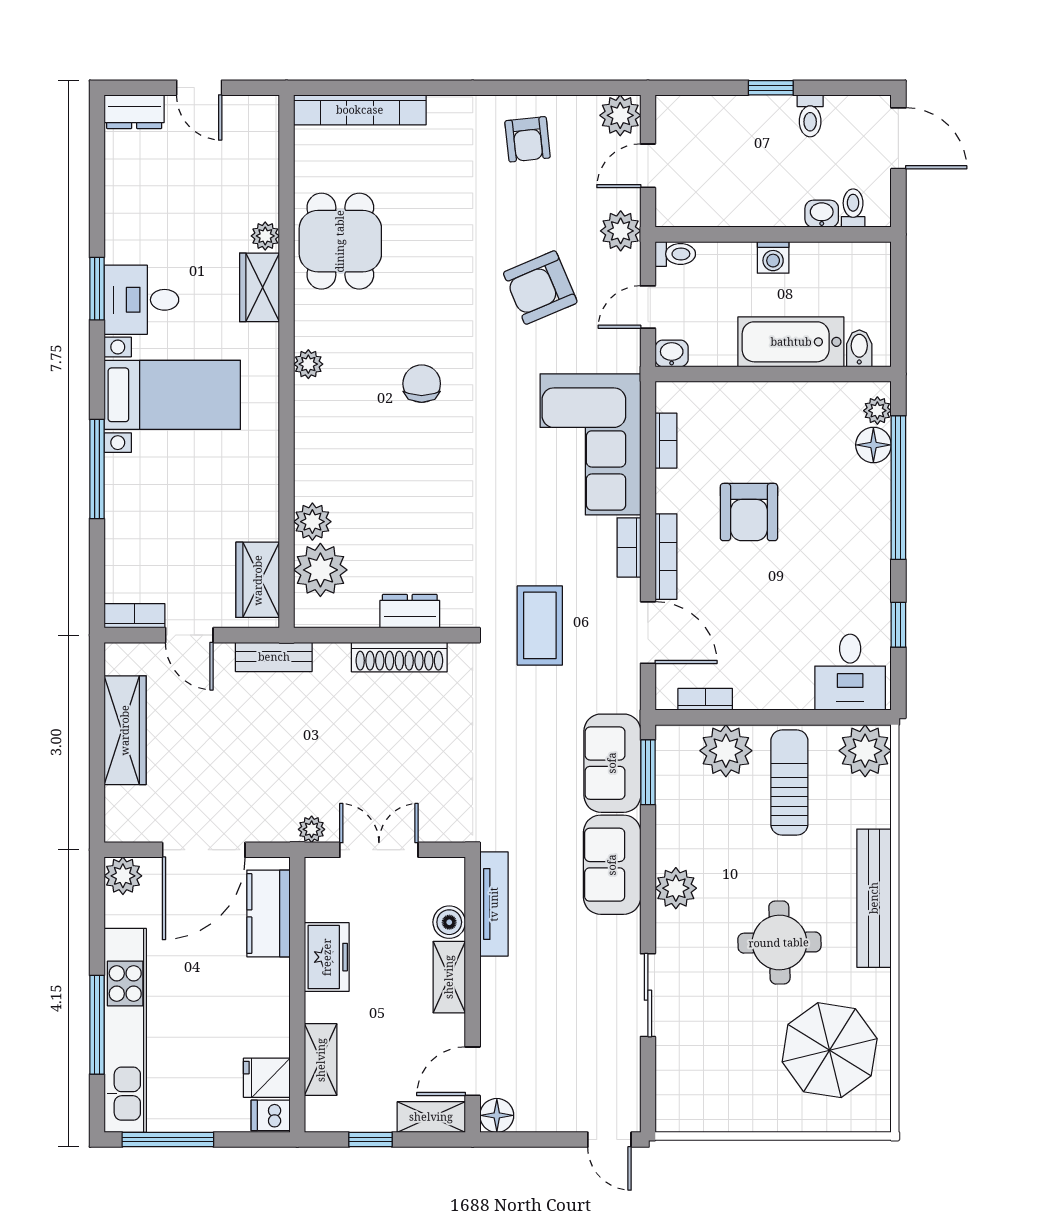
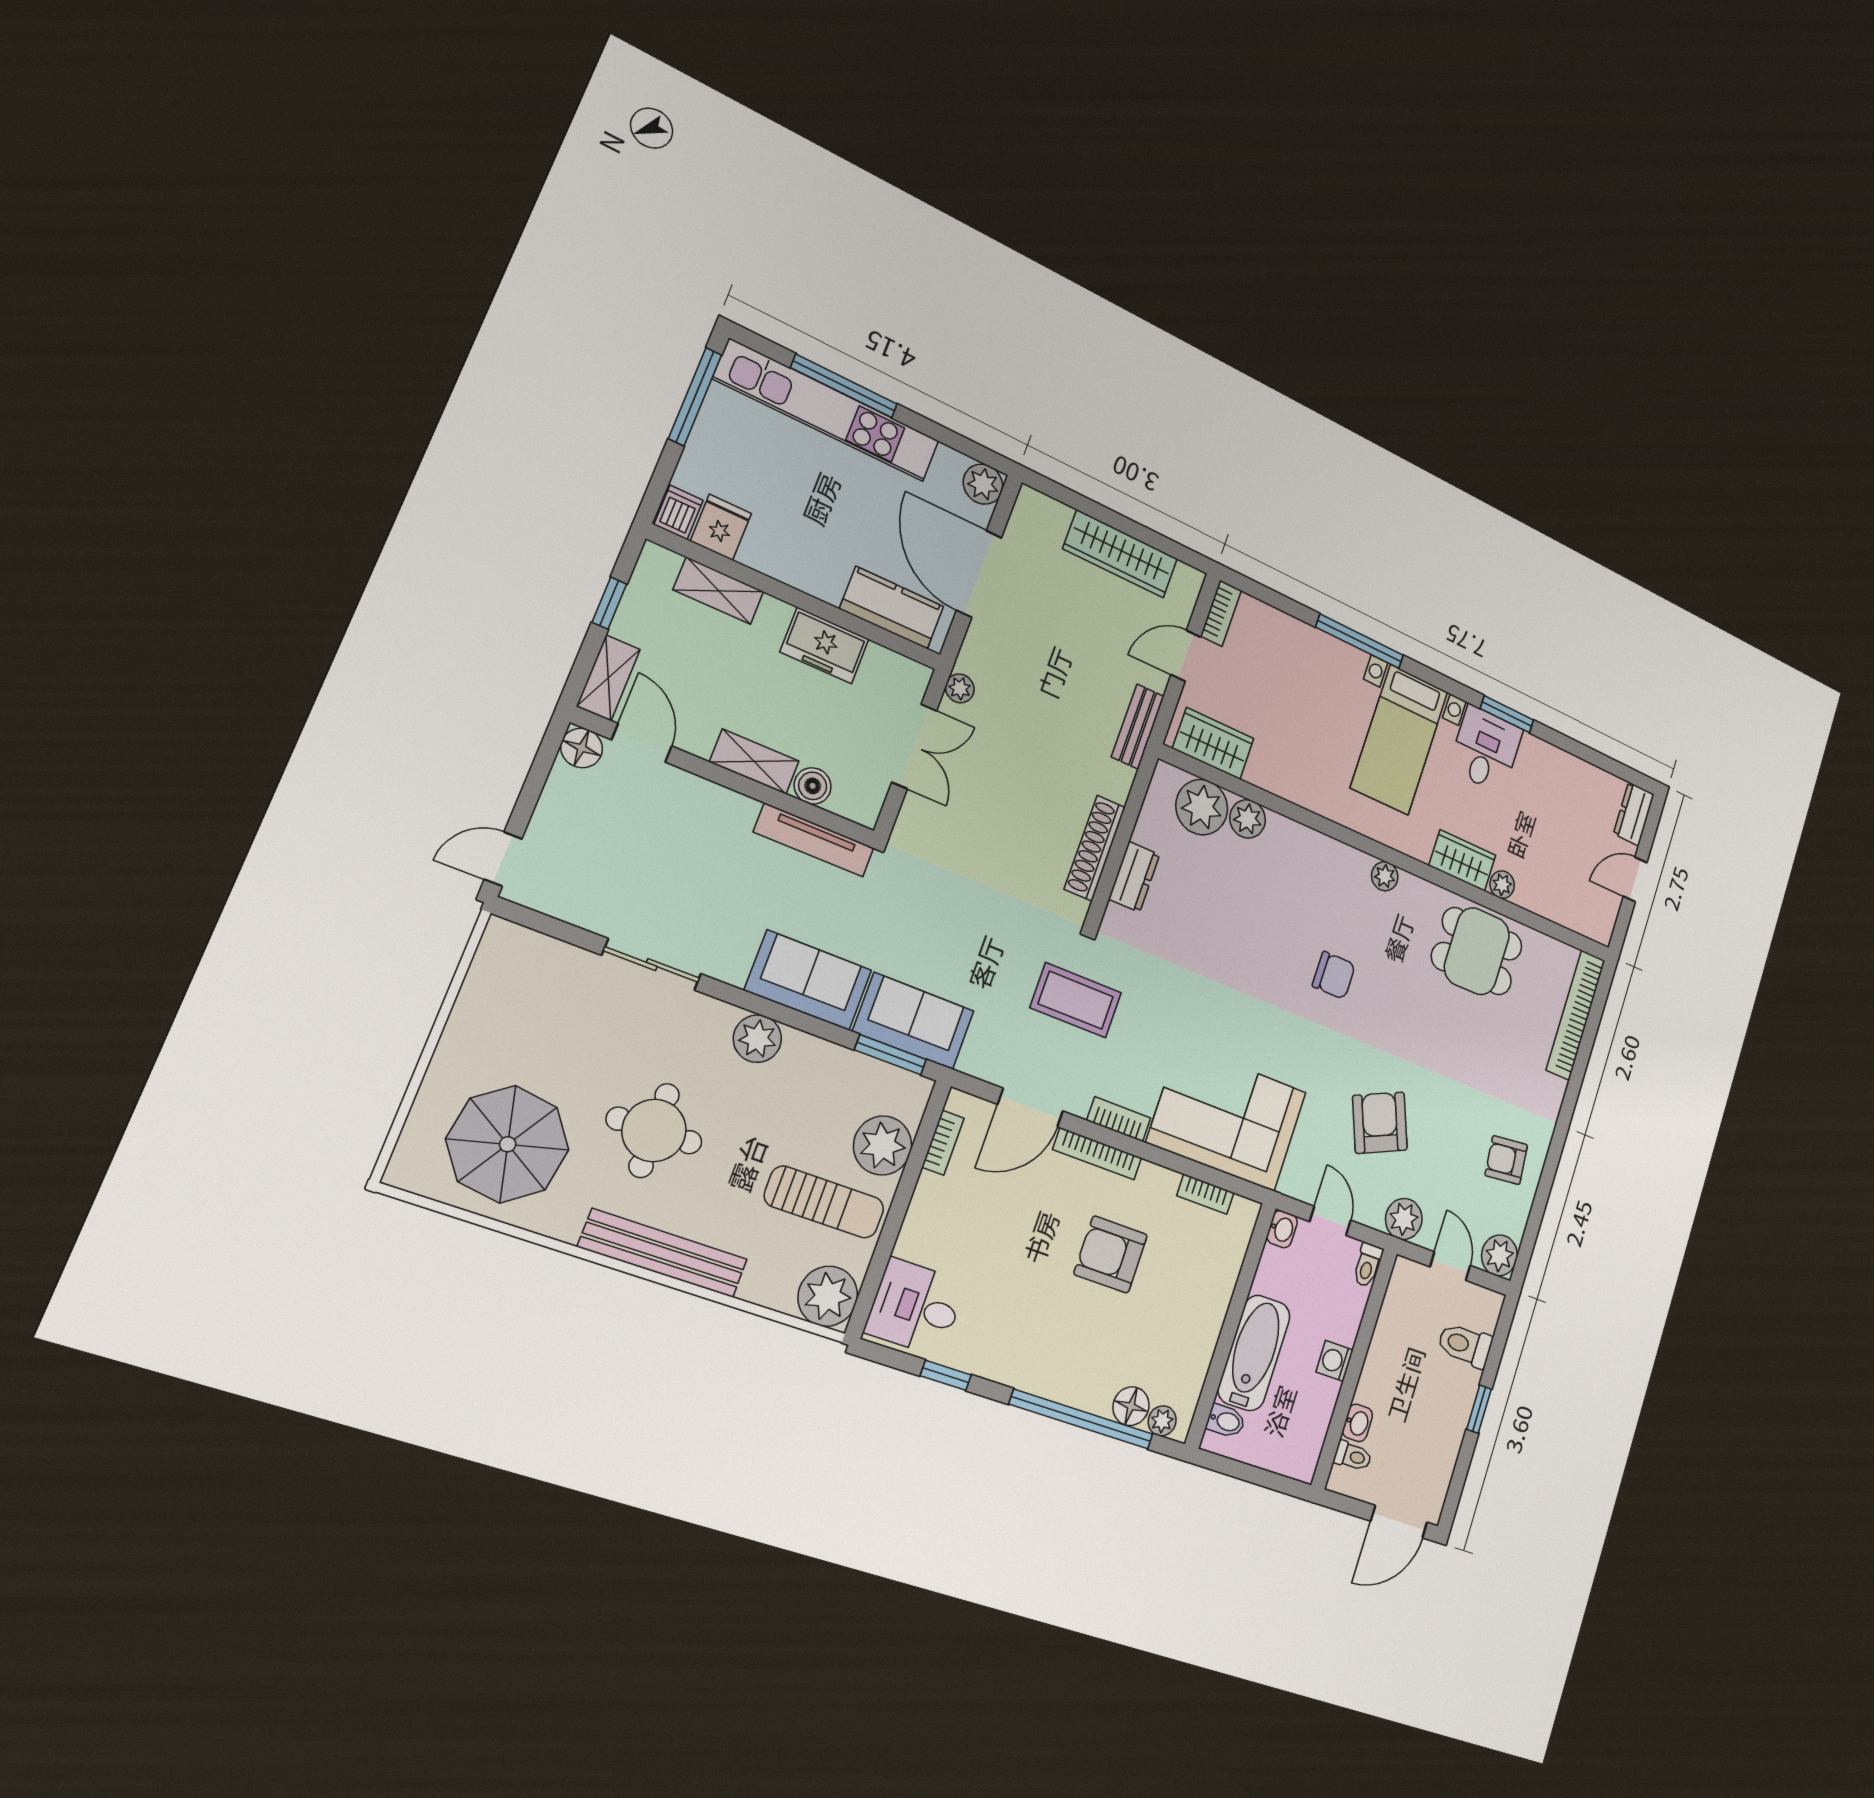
toilet: (810, 116) -> (1465, 1345), moved, width x1.37, depth x1.39

